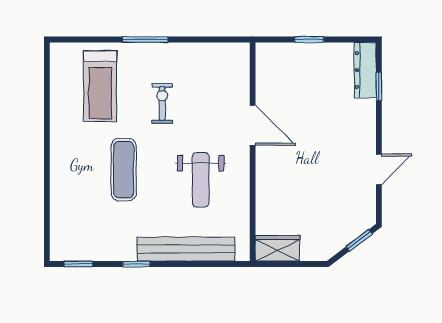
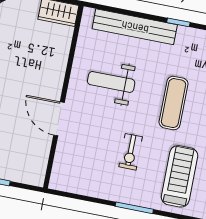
weight bench: (201, 180) -> (111, 82), turned -90

